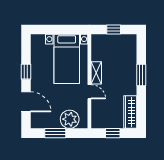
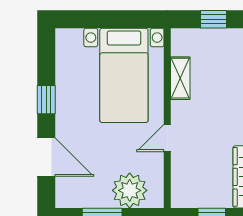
shelving: (96, 73) -> (180, 78), moved
door: (89, 92) -> (167, 138), swing flipped

